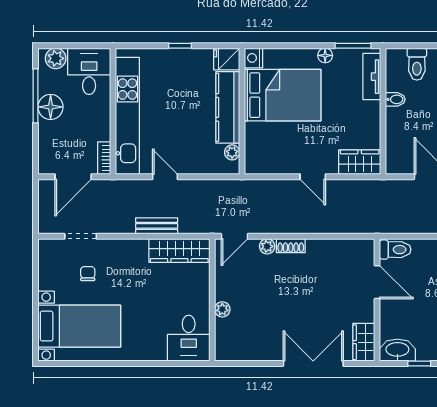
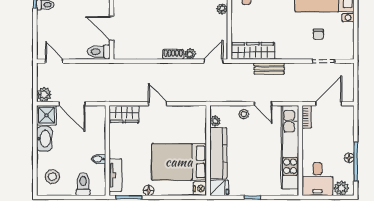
floor lamp: (51, 107) -> (349, 158), width x0.53, depth x0.53
stool: (192, 162) -> (244, 114), added

